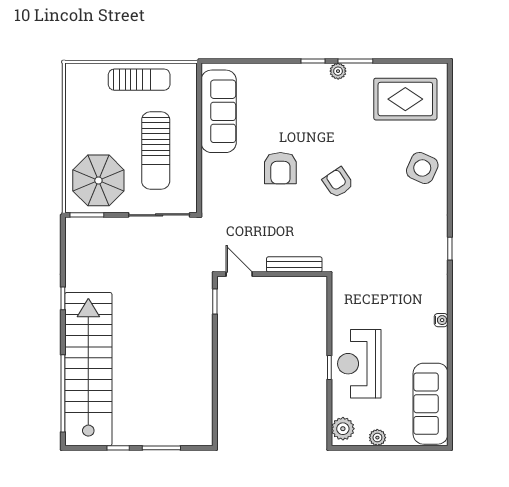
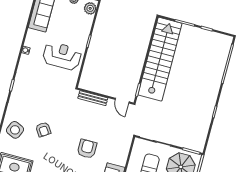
armchair: (338, 182) -> (43, 129), moved
reception desk: (359, 364) -> (62, 56), moved, turned -90
stairs: (88, 369) -> (160, 59), moved, turned 180

